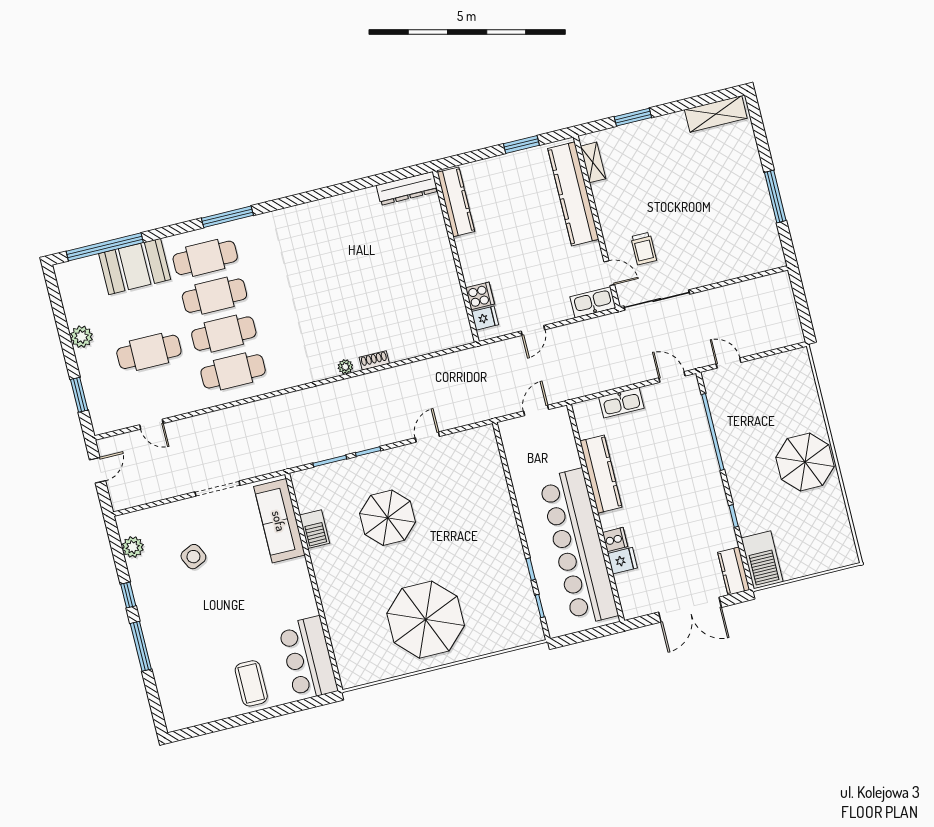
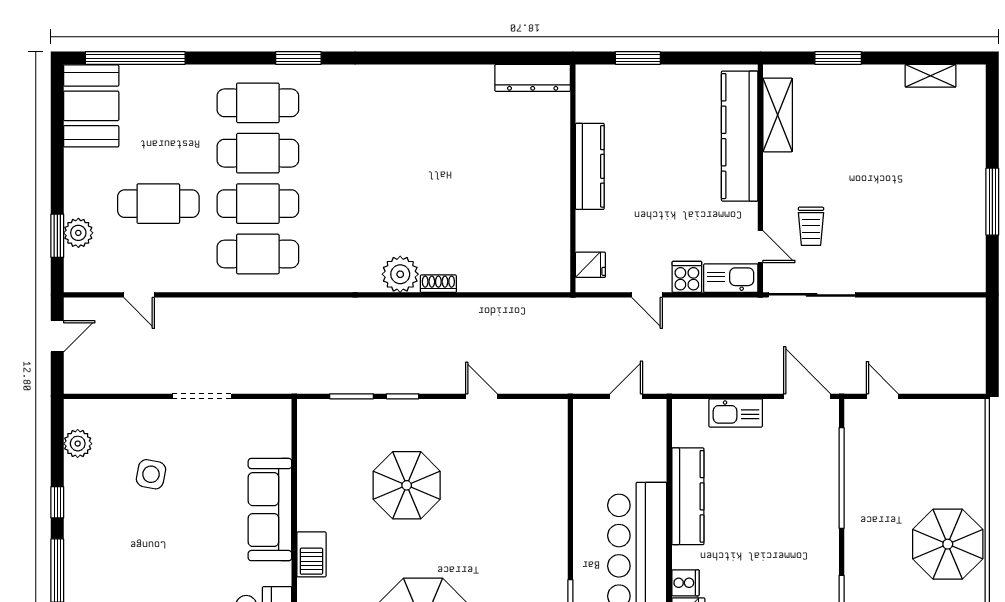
shelving: (716, 114) -> (931, 76), width x0.67, depth x0.75
window: (521, 145) -> (638, 58), moved
shelving: (593, 162) -> (778, 115), width x1.50, depth x1.33
kitchen counter: (456, 202) -> (590, 166), moved
window: (227, 217) -> (298, 58), width x0.69
booth: (135, 266) -> (91, 106), moved, turned 90
cooker: (480, 296) -> (687, 277), moved, turned -90
door: (533, 330) -> (647, 295), hinge flipped
plant: (81, 337) -> (78, 233), moved
plant: (345, 367) -> (400, 274), width x1.87, depth x1.87
door: (672, 377) -> (807, 396), width x1.38
door: (427, 437) -> (482, 396), hinge flipped
sofa: (279, 521) -> (270, 510), moved
barbecue: (314, 529) -> (311, 554), moved
side table: (193, 557) -> (151, 474), turned 37

